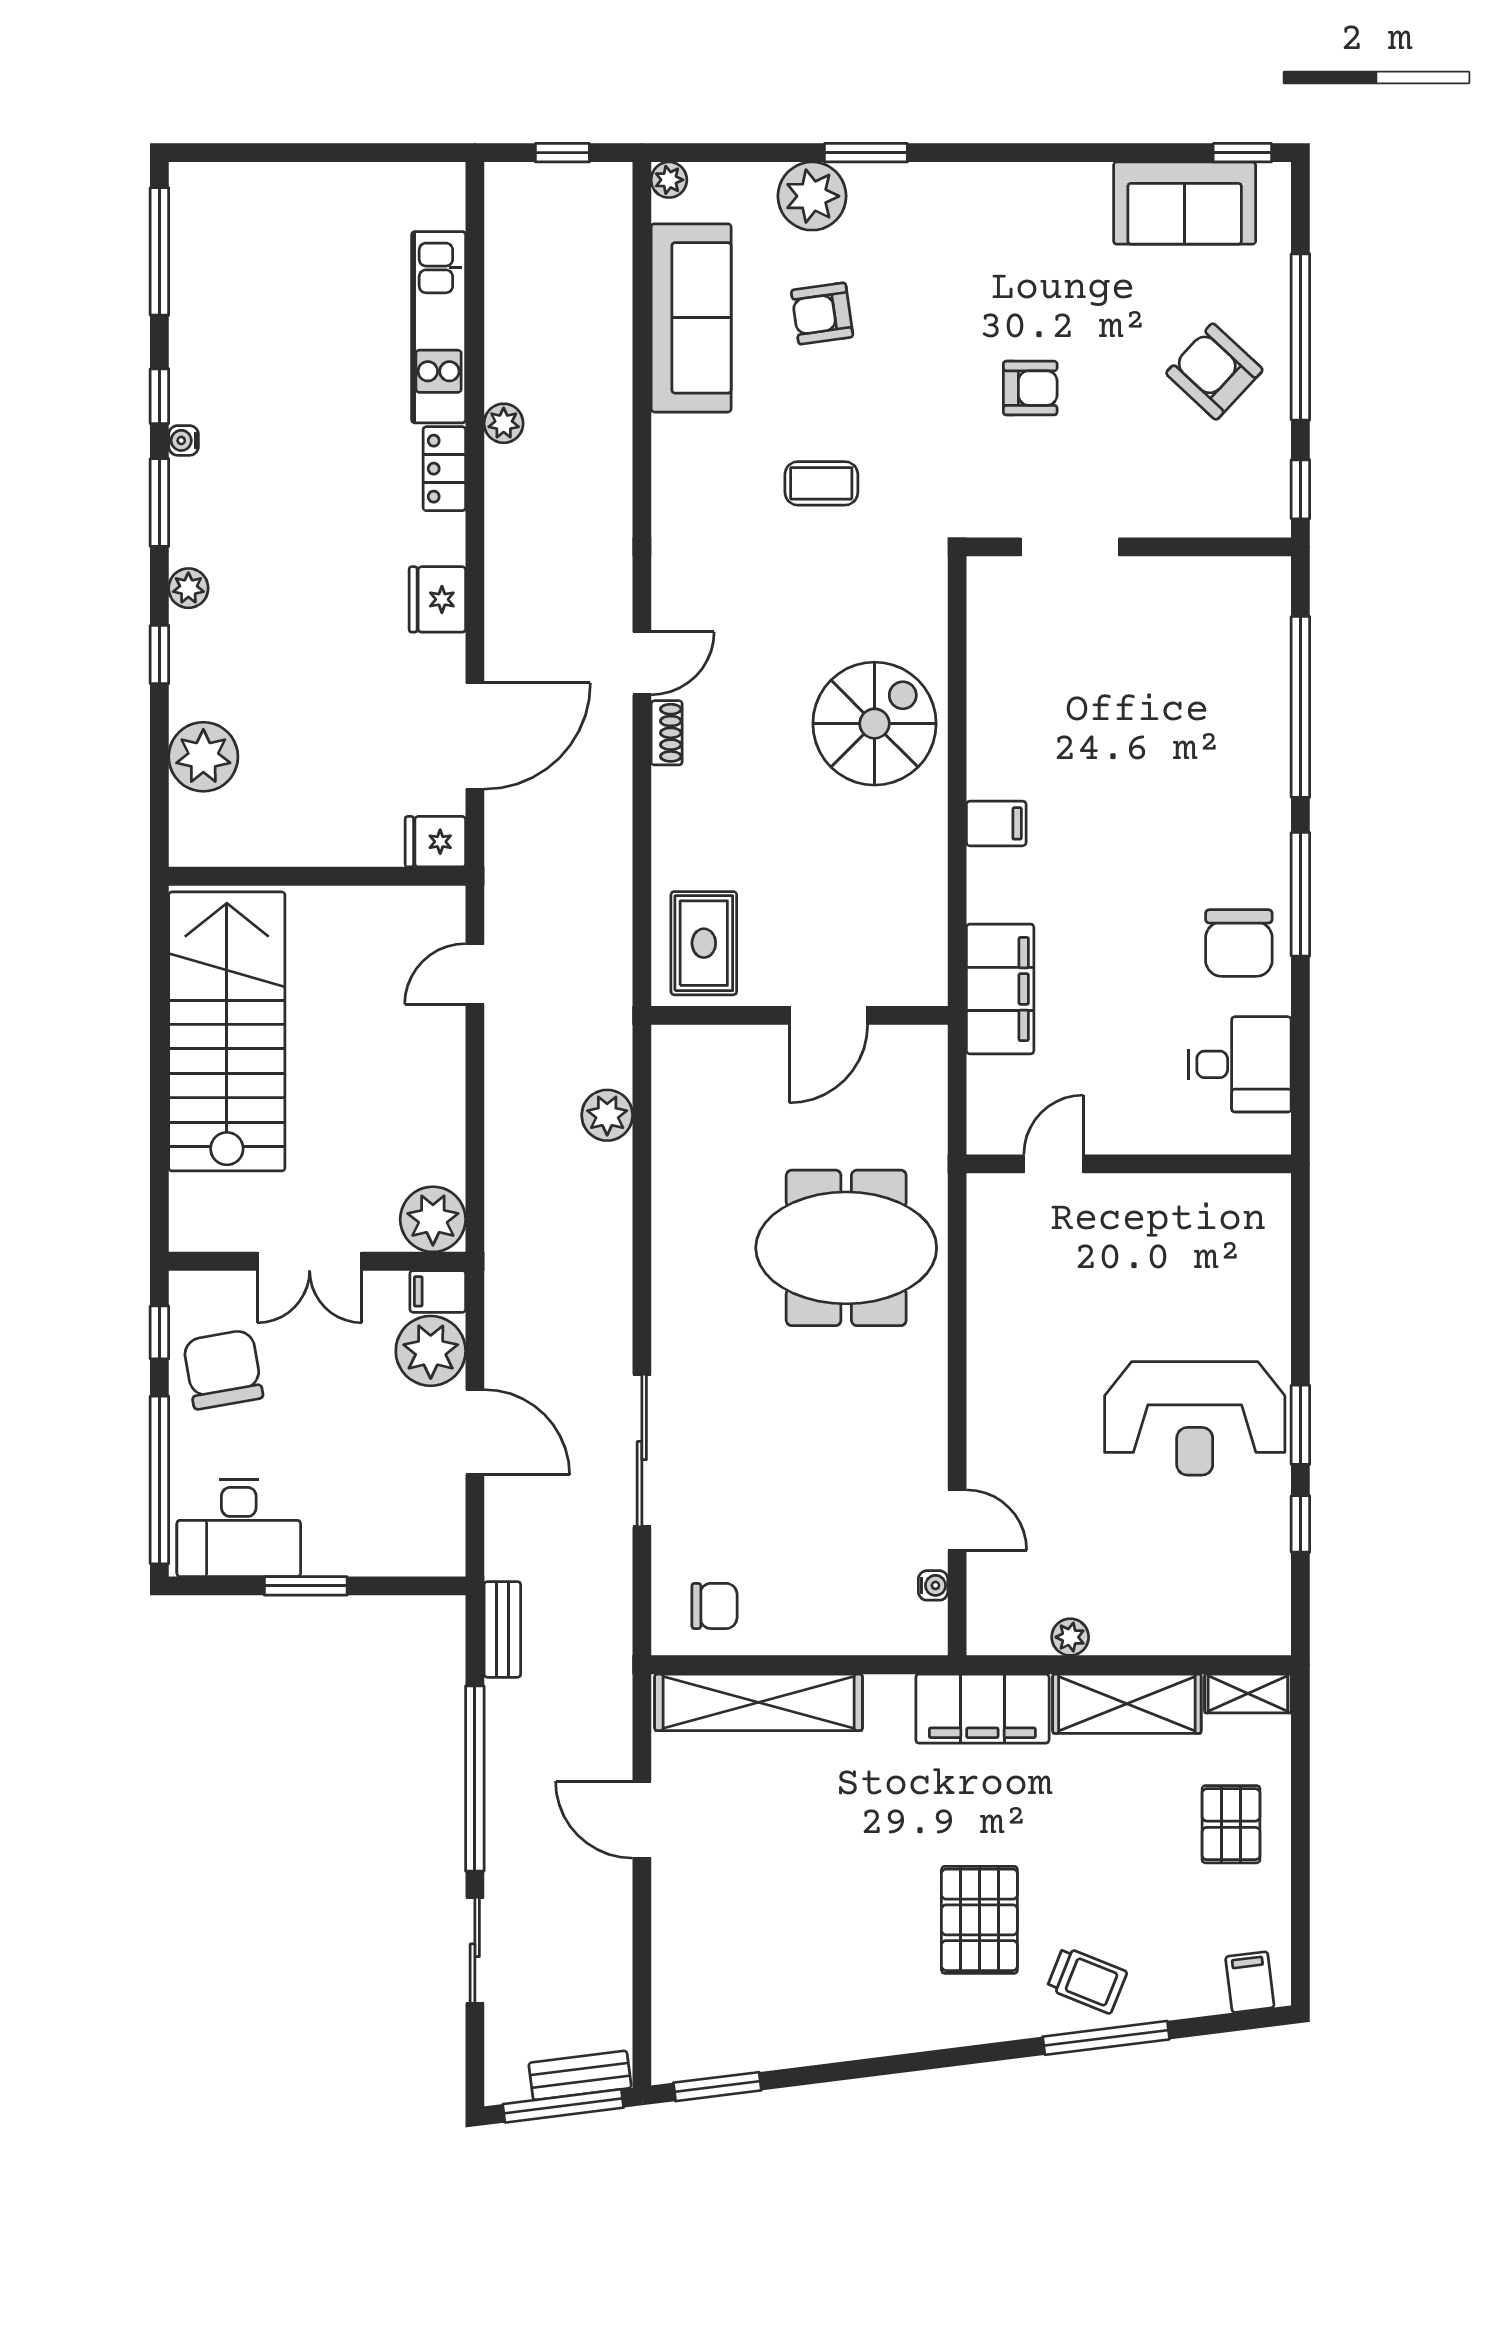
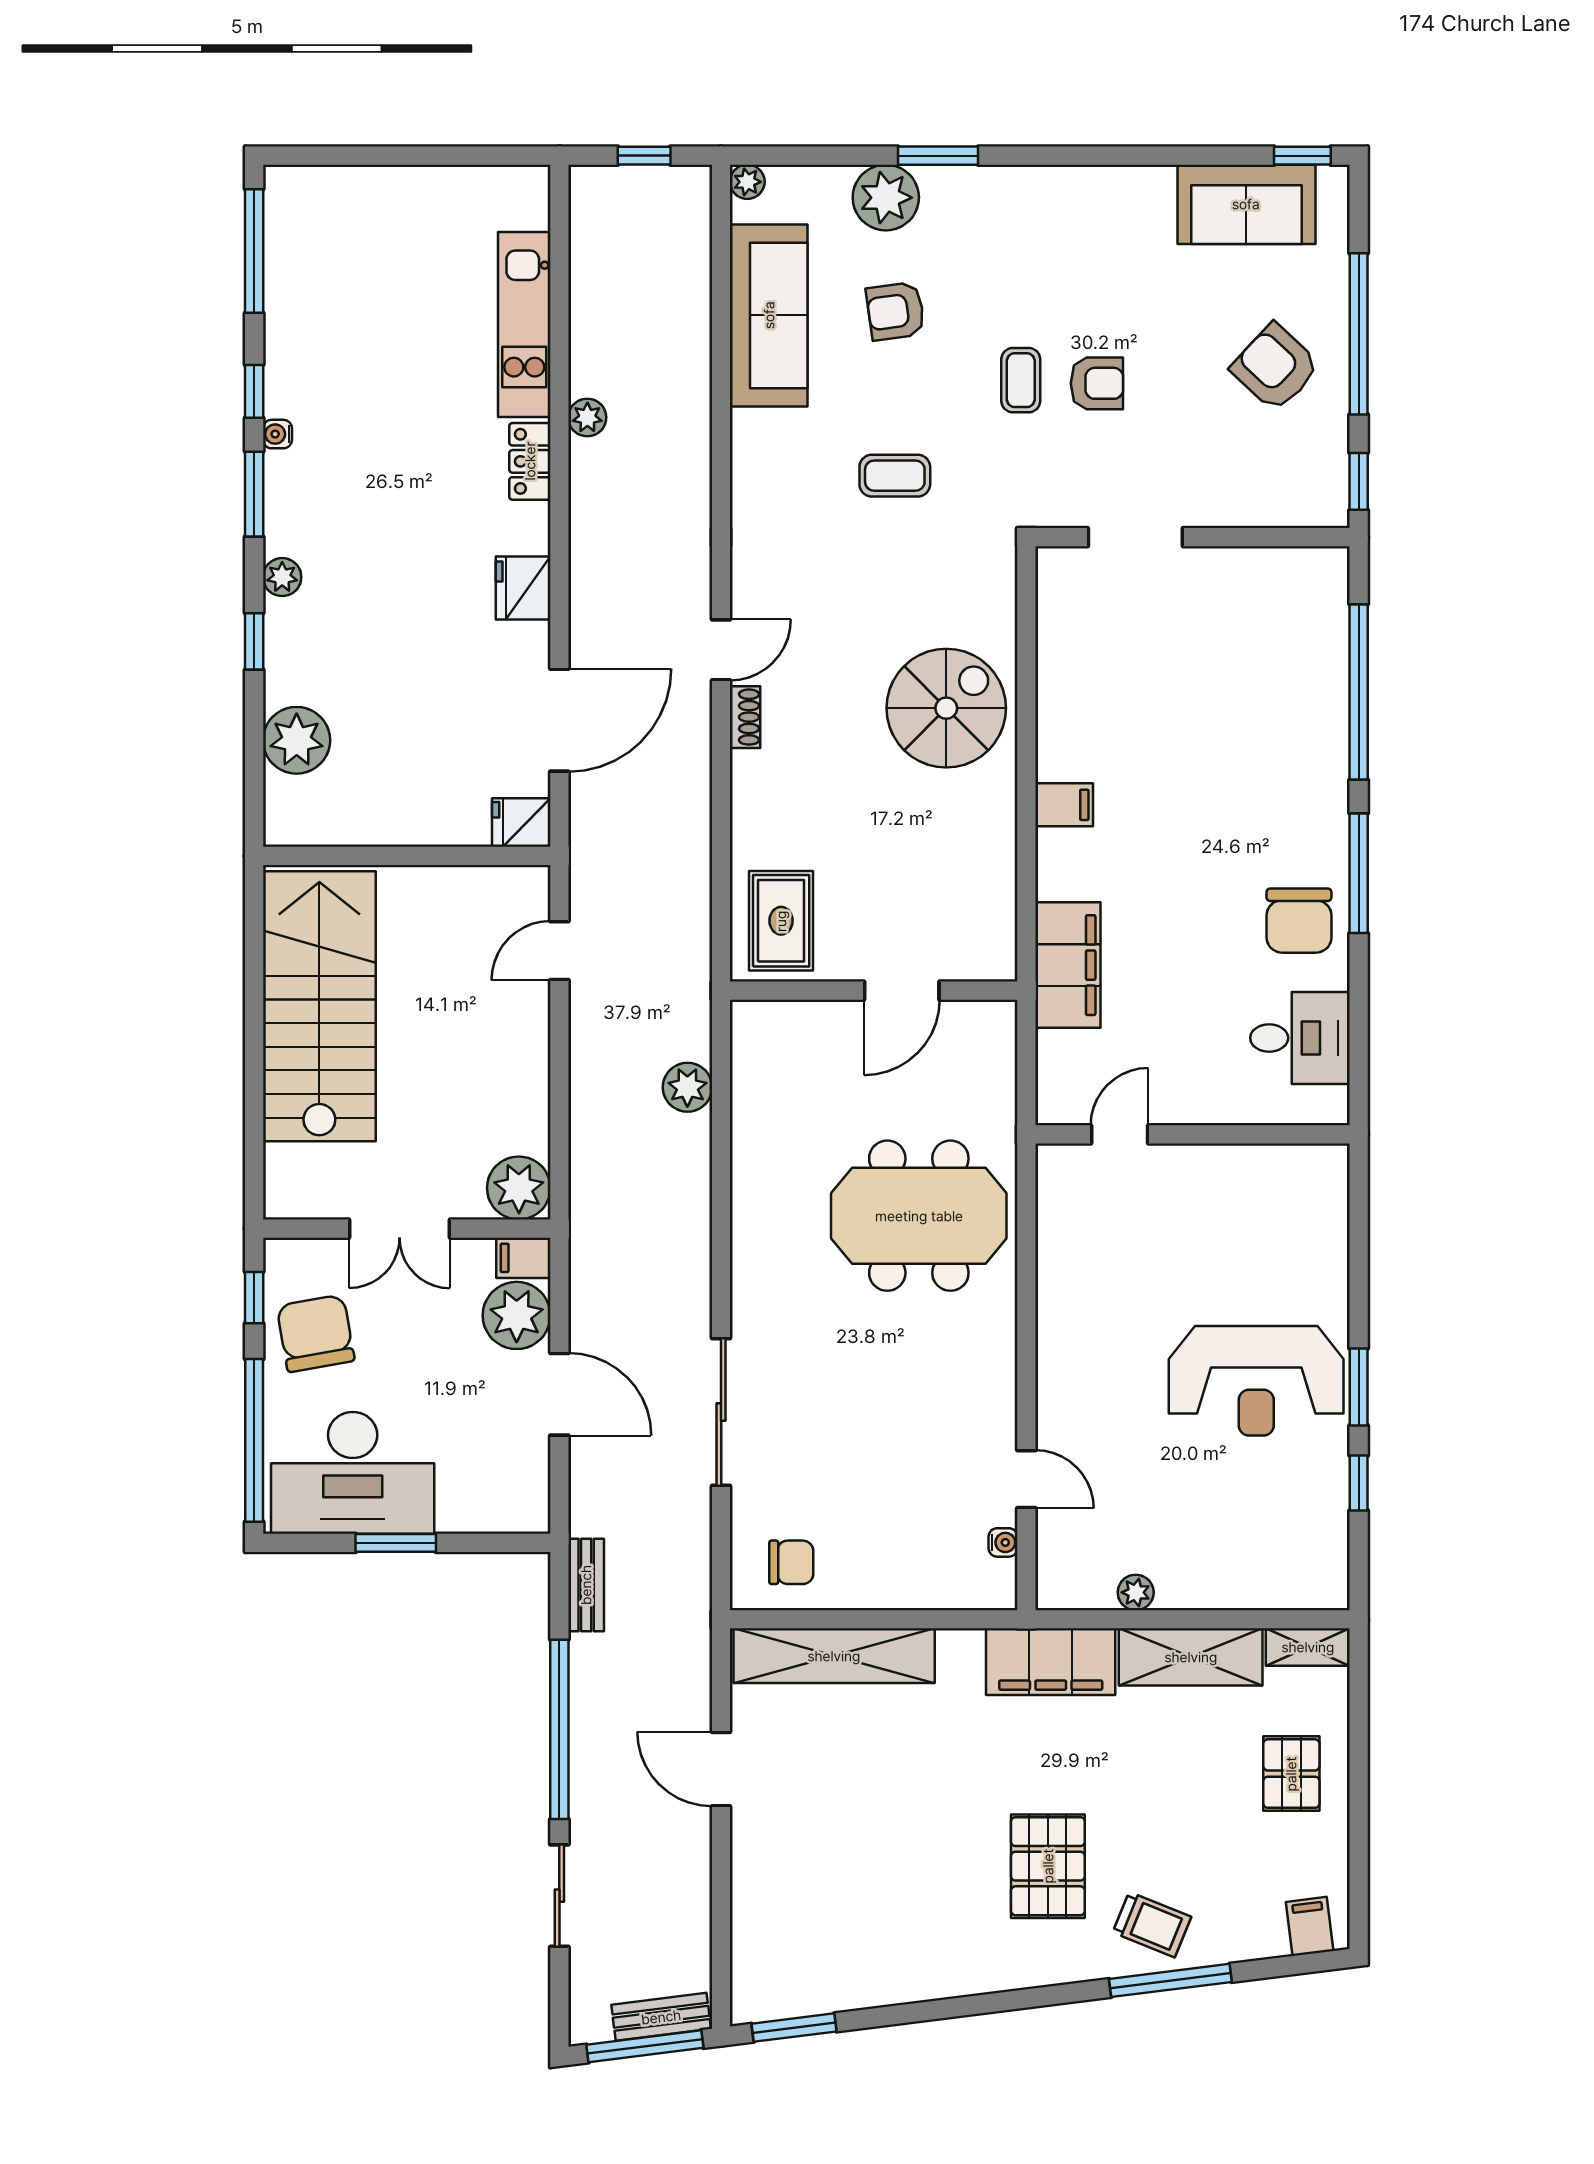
coffee table: (951, 385) -> (1021, 380), added
desk: (239, 1528) -> (353, 1473), width x1.36, depth x1.30

